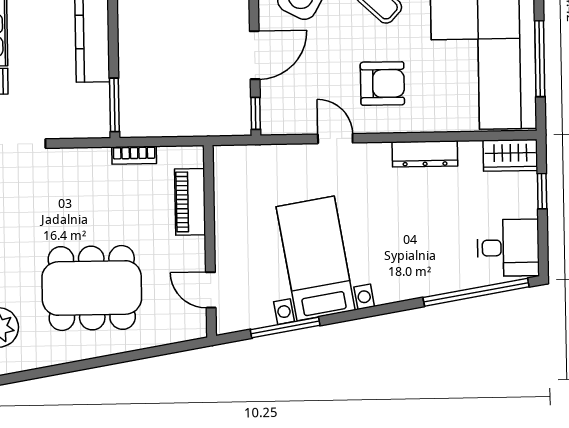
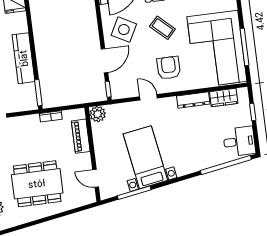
armchair: (382, 84) -> (169, 68), turned -90
wardrobe: (510, 155) -> (224, 98), moved
plant: (229, 161) -> (98, 114), added

